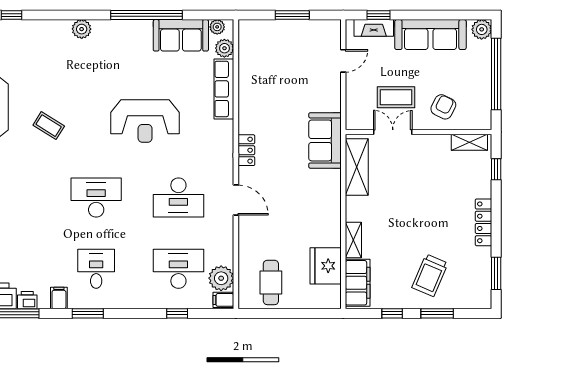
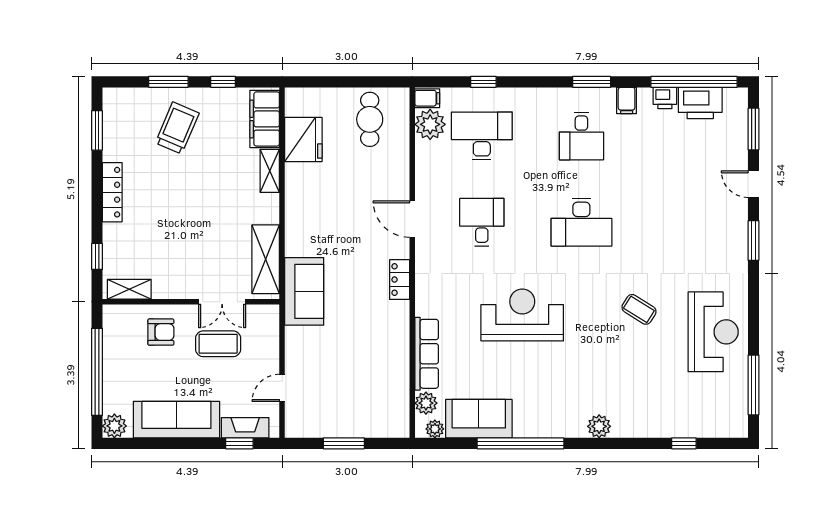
armchair: (443, 107) -> (161, 332), turned -117
desk: (178, 198) -> (482, 222), width x0.73
desk: (178, 269) -> (482, 136), turned 180

